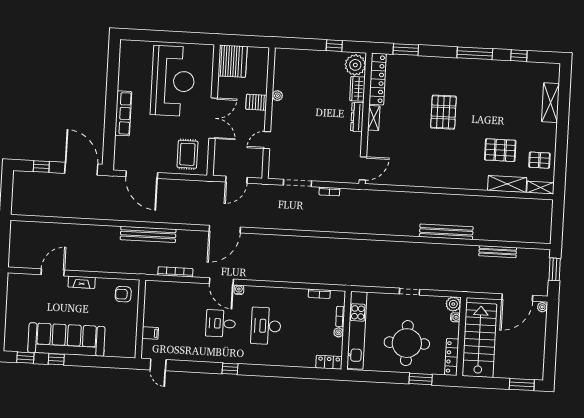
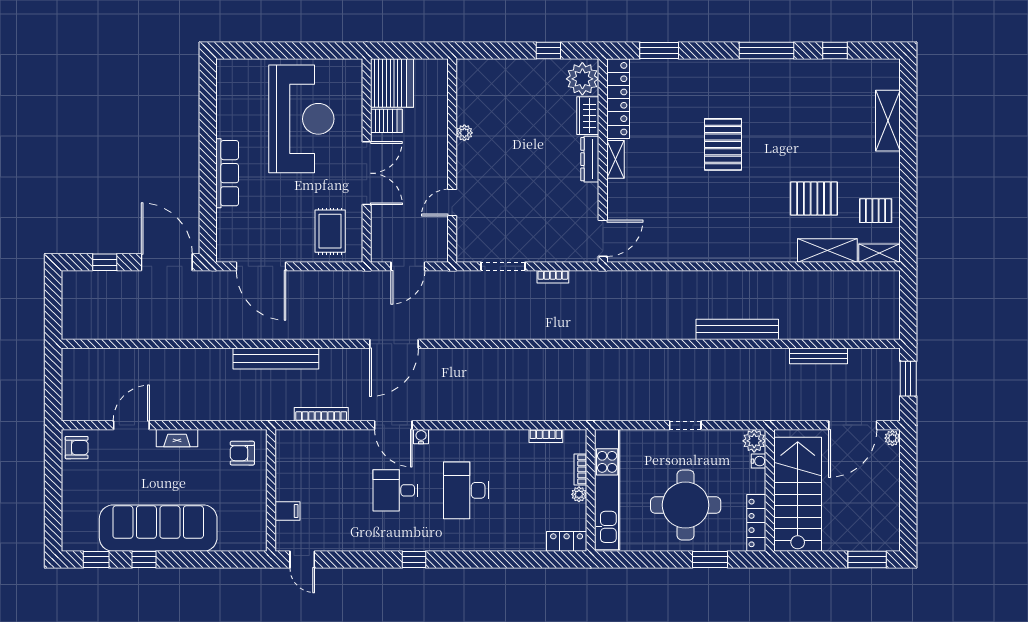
server rack: (256, 102) -> (386, 121), moved, turned 180
armchair: (17, 285) -> (77, 448), added

